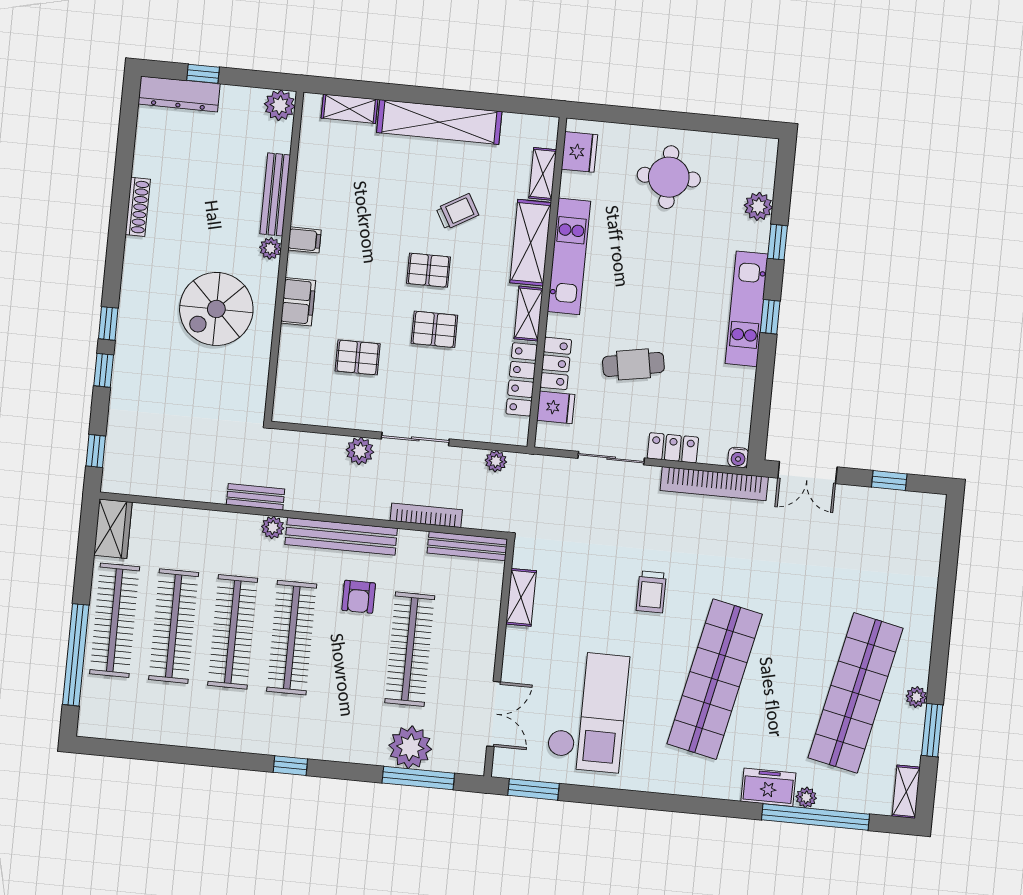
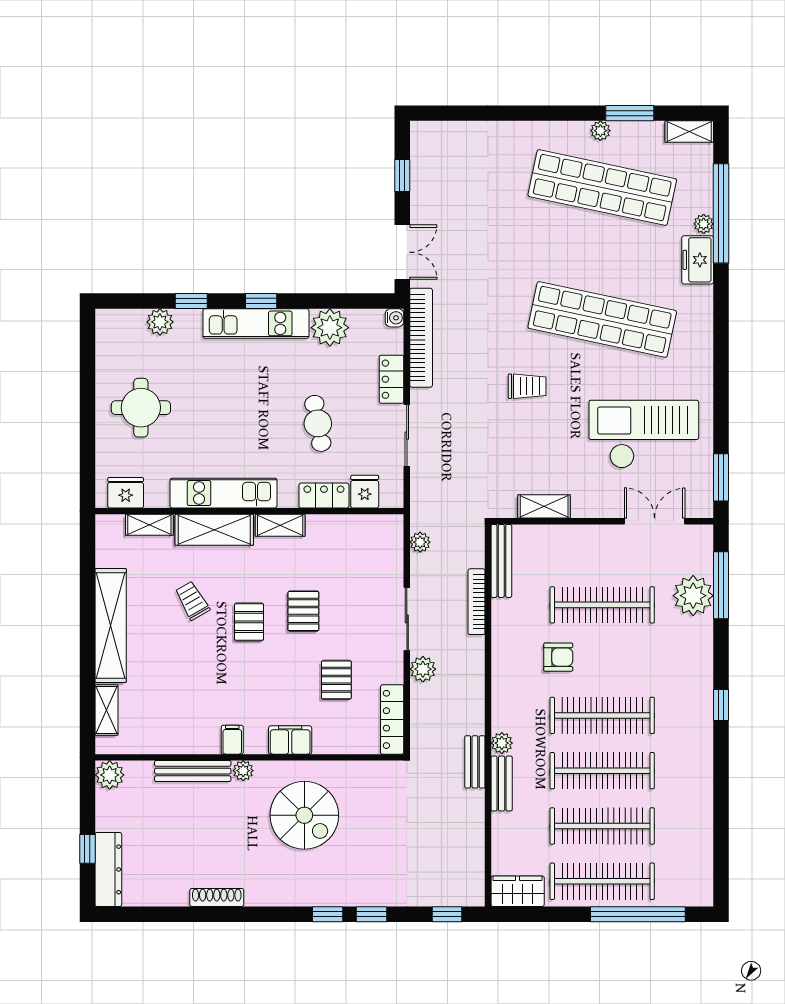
locker: (522, 379) -> (392, 719), moved, turned 90
plant: (735, 387) -> (330, 328), added
bench: (341, 536) -> (502, 783), moved, width x0.54, depth x0.82

